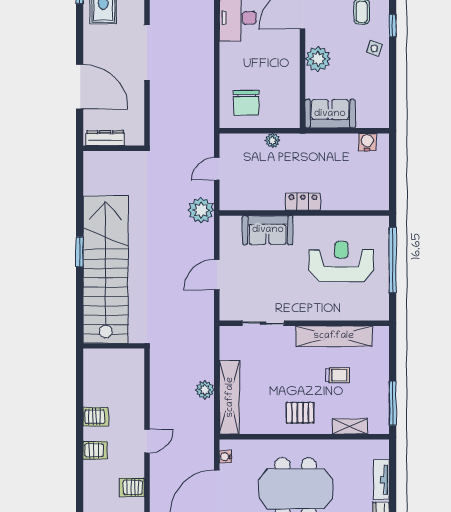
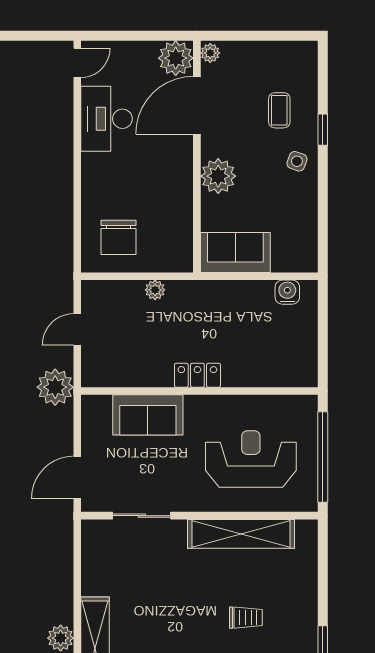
sliding door: (263, 323) -> (142, 516), moved
wall: (304, 323) -> (199, 516), moved
shelving: (334, 336) -> (241, 534), moved

